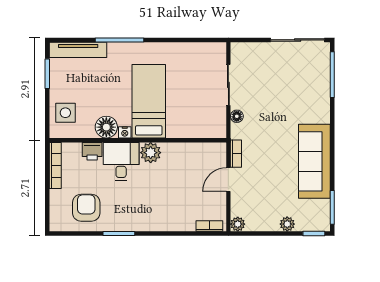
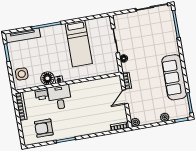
bed: (149, 101) -> (79, 44), moved, turned 180
plant: (151, 153) -> (76, 89), removed
armchair: (86, 208) -> (44, 128), turned -90

